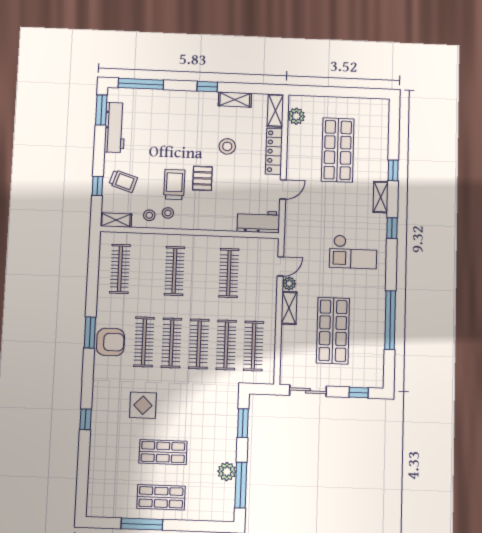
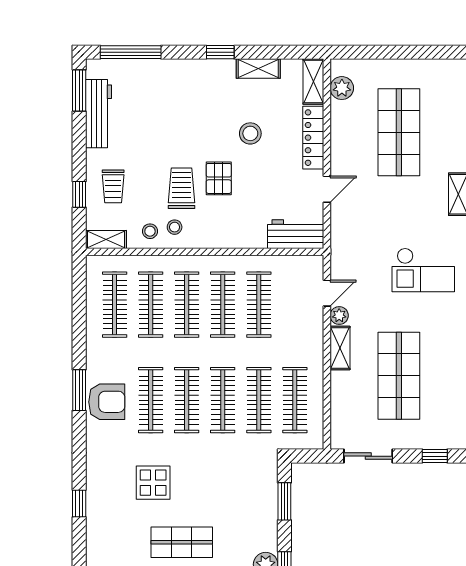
trolley: (123, 181) -> (113, 186), turned 72
clothes rail: (147, 270) -> (151, 305), added
clothes rail: (202, 272) -> (223, 305), added

